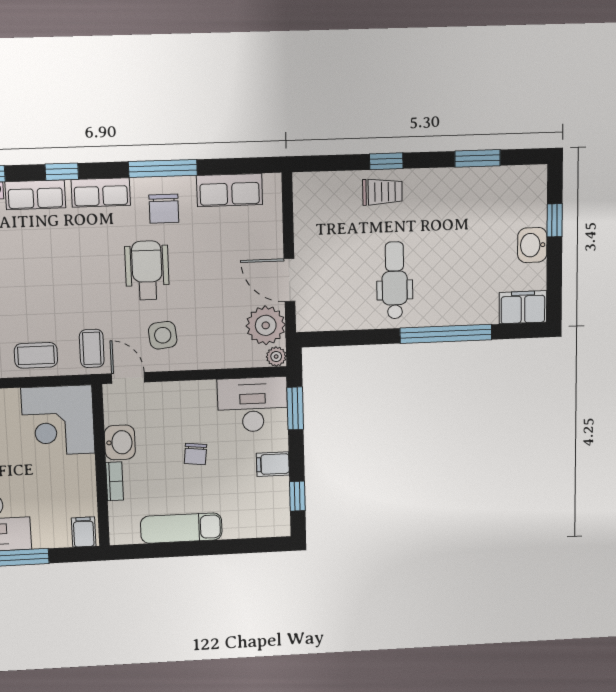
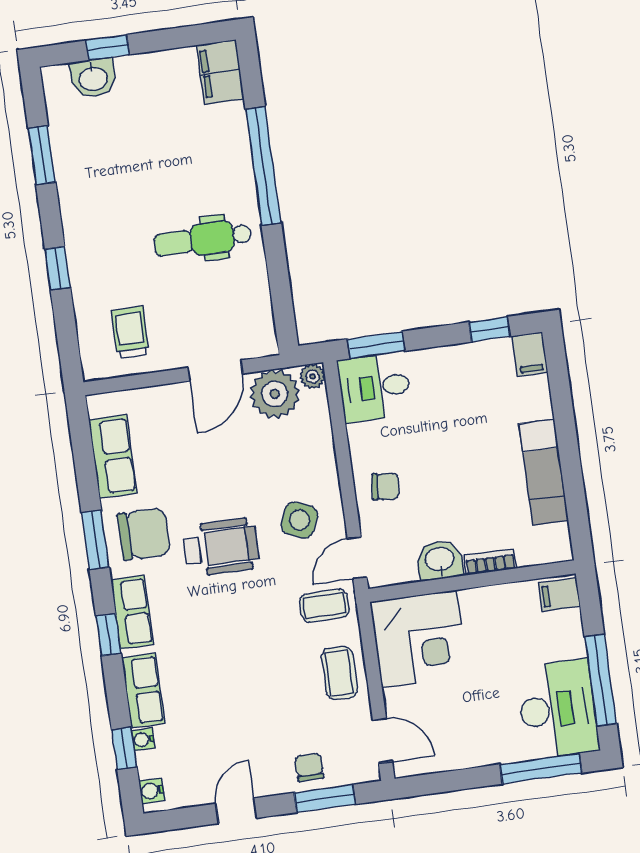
window: (163, 168) -> (95, 540), width x0.69
window: (62, 172) -> (108, 635), moved
trolley: (382, 192) -> (130, 332), moved
chair: (164, 209) -> (144, 534), width x1.37, depth x1.37
washbasin: (532, 245) -> (93, 78), moved
wheelchair: (147, 270) -> (221, 547), turned 180
side table: (163, 335) -> (299, 520), turned 30
desk: (253, 405) -> (375, 387), width x0.73
chair: (195, 454) -> (385, 487), moved
filing cabinet: (273, 464) -> (530, 354), moved

